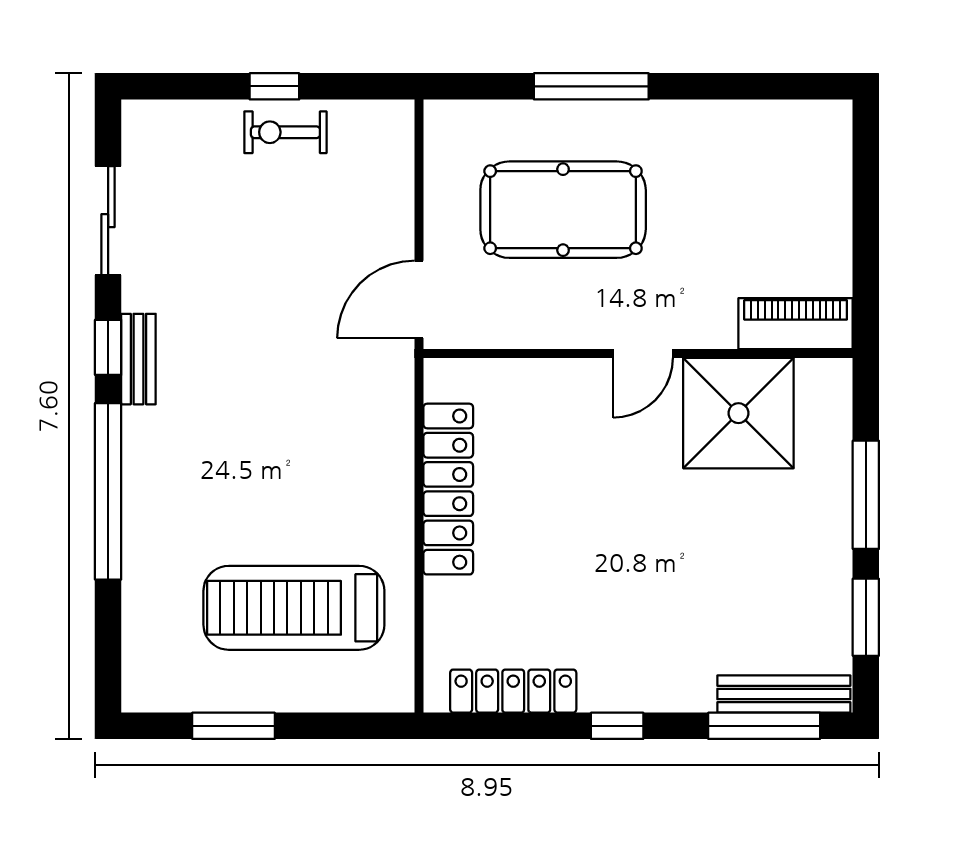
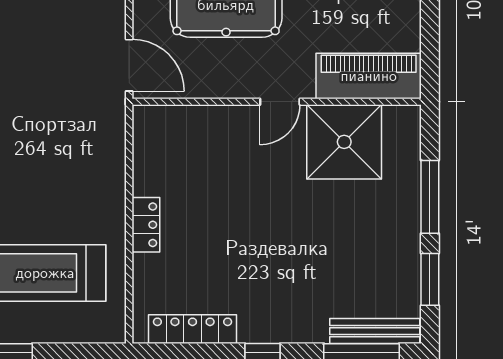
door: (419, 299) -> (129, 65), swing flipped
piano: (796, 324) -> (369, 76), width x1.37, depth x1.33
locker: (448, 489) -> (146, 225), width x0.46, depth x0.83

